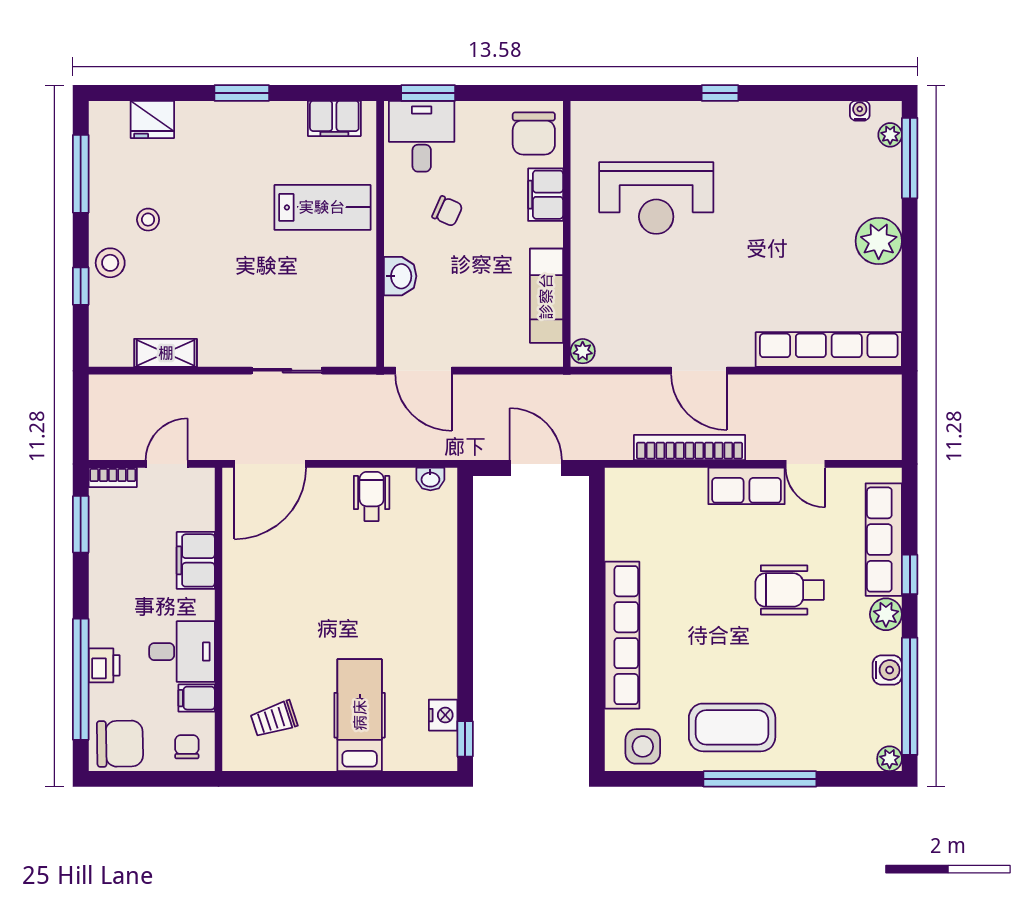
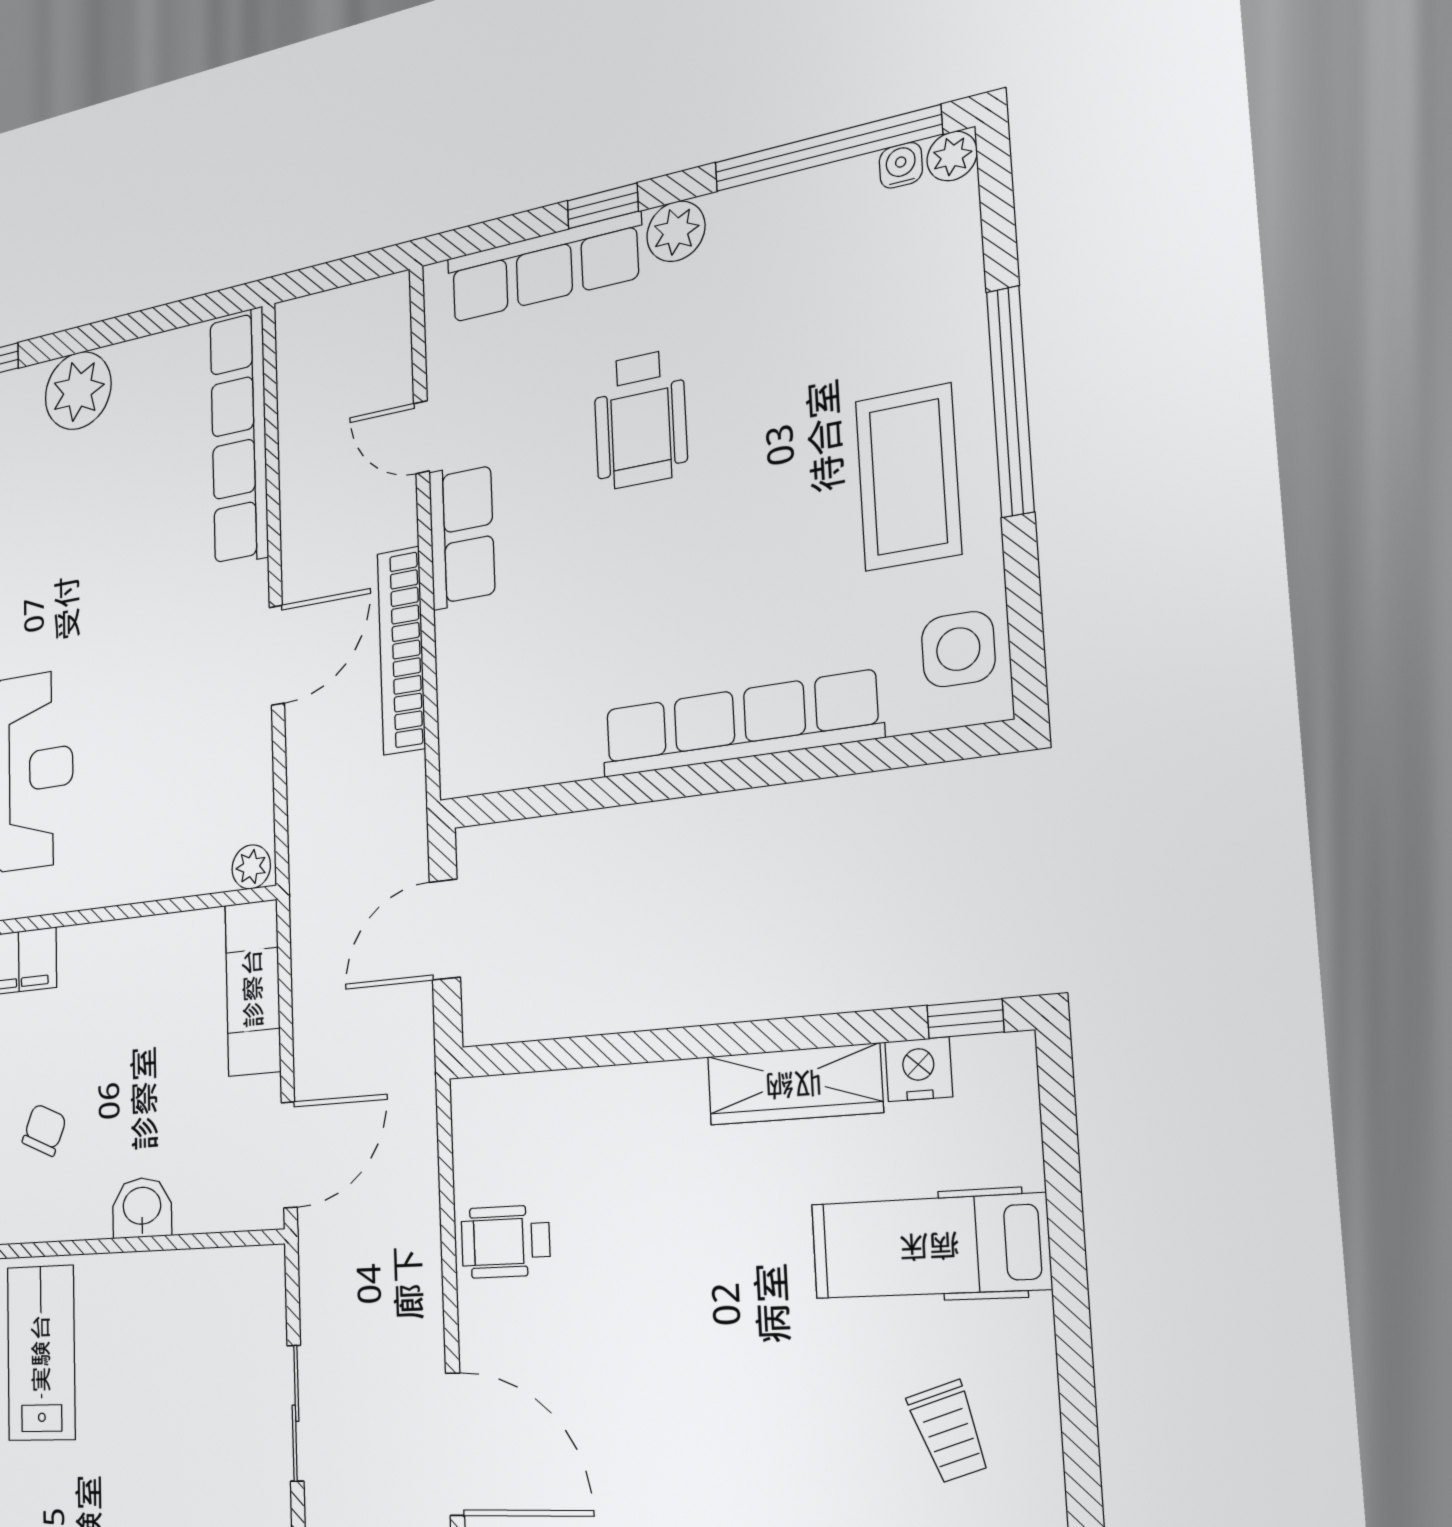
exam couch: (546, 296) -> (253, 988), moved, turned 90
door: (805, 464) -> (422, 437), swing flipped
washbasin: (430, 479) -> (471, 1129), removed
wardrobe: (440, 654) -> (794, 1084), added
water cooler: (887, 670) -> (901, 165), moved, width x0.72, depth x0.72

